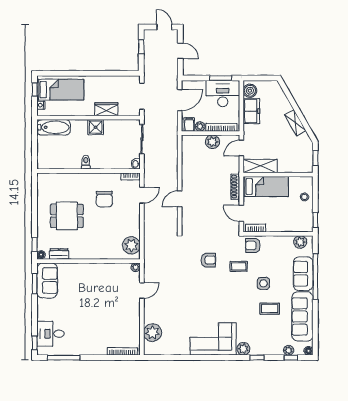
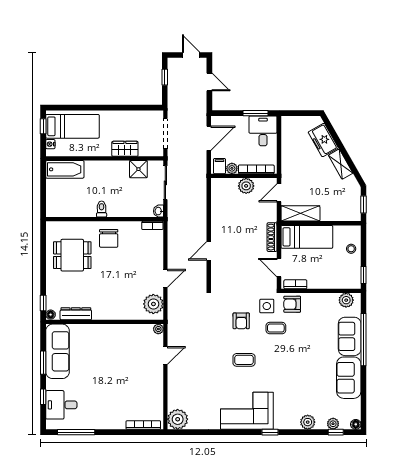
boiler: (250, 91) -> (289, 128), removed
desk: (223, 94) -> (263, 131), width x0.73
freezer: (251, 111) -> (323, 140), moved, turned 150
shower: (96, 127) -> (138, 169), moved
door: (142, 195) -> (165, 278), moved
chair: (104, 199) -> (109, 238), moved
dining table: (67, 216) -> (72, 255), moved
dresser: (59, 254) -> (76, 314), width x1.44
armchair: (208, 260) -> (241, 321), turned 90
sofa: (47, 280) -> (57, 351), width x1.36
side table: (263, 283) -> (267, 306), moved
window: (35, 284) -> (43, 363), moved
coffee table: (270, 309) -> (244, 360), moved
sofa: (302, 316) -> (349, 378), width x0.73
plant: (153, 333) -> (178, 419), moved
window: (35, 343) -> (43, 397), moved
plant: (243, 349) -> (308, 422), moved
window: (257, 358) -> (270, 432), moved

